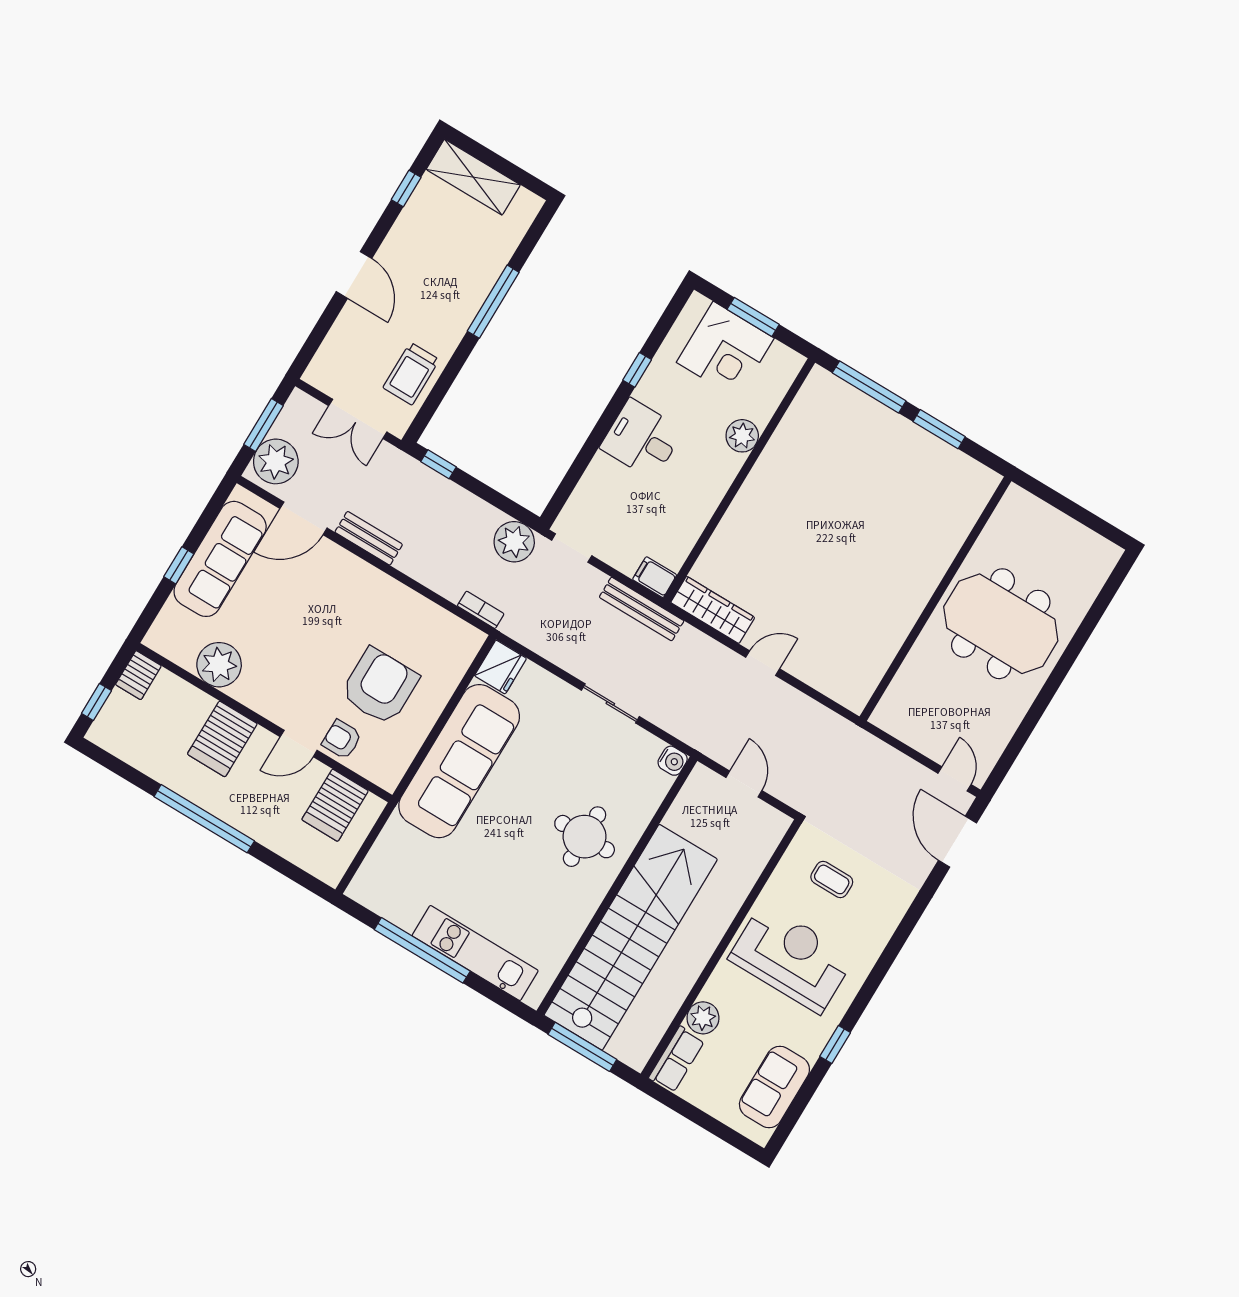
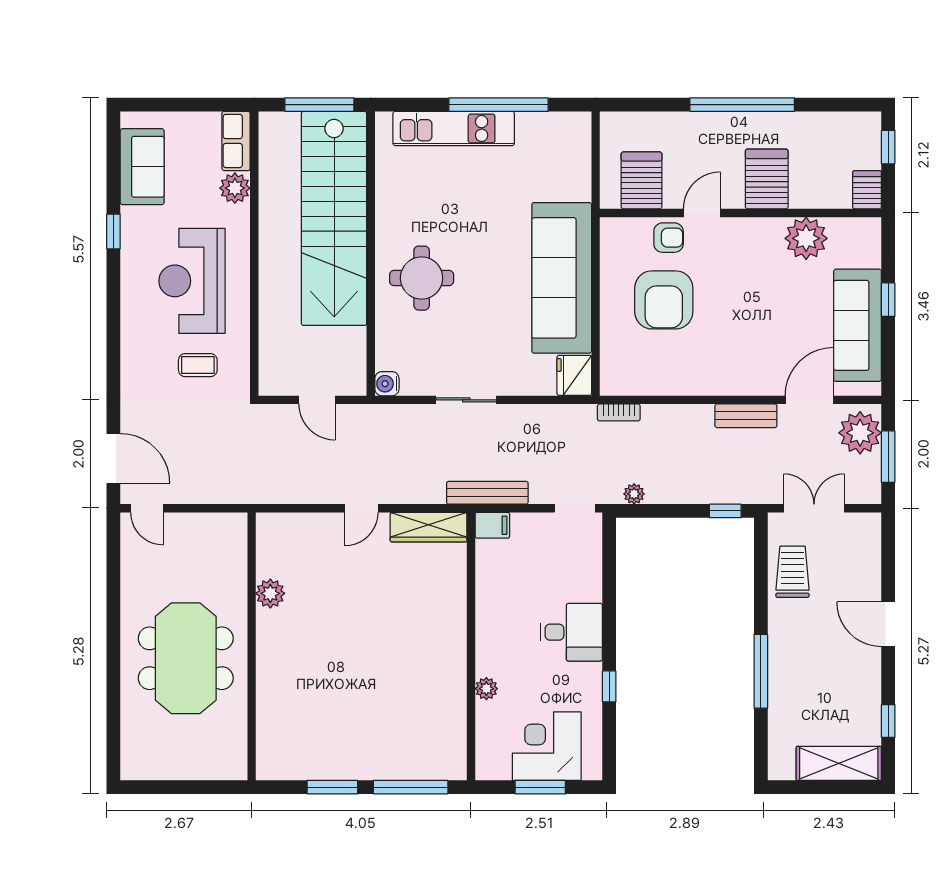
plant: (742, 436) -> (486, 689), width x0.73, depth x0.73
plant: (514, 542) -> (634, 494), width x0.53, depth x0.53
meeting table: (1001, 624) -> (186, 658), turned 90
plant: (890, 636) -> (270, 593), added
reception desk: (792, 958) -> (192, 281), turned 90

